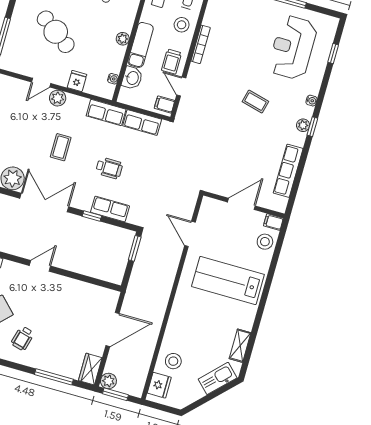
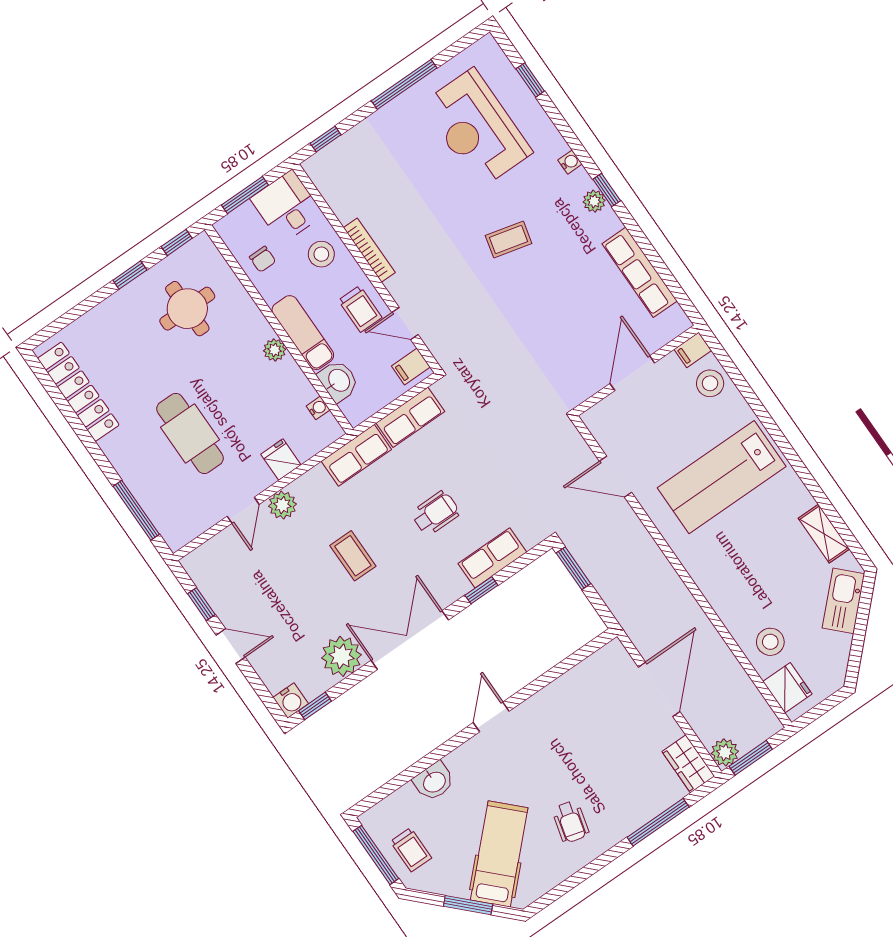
cafe table: (56, 32) -> (190, 433), turned 54

